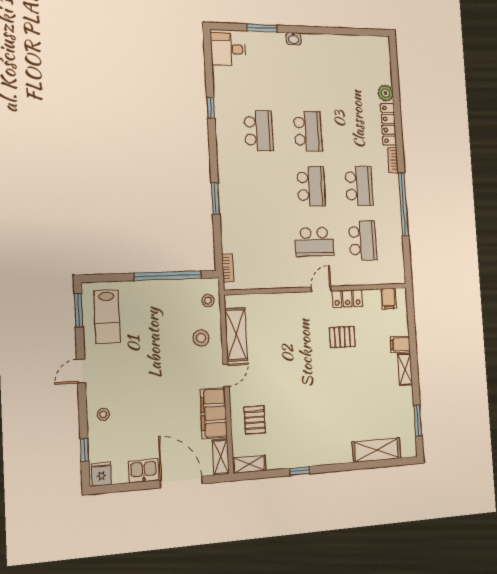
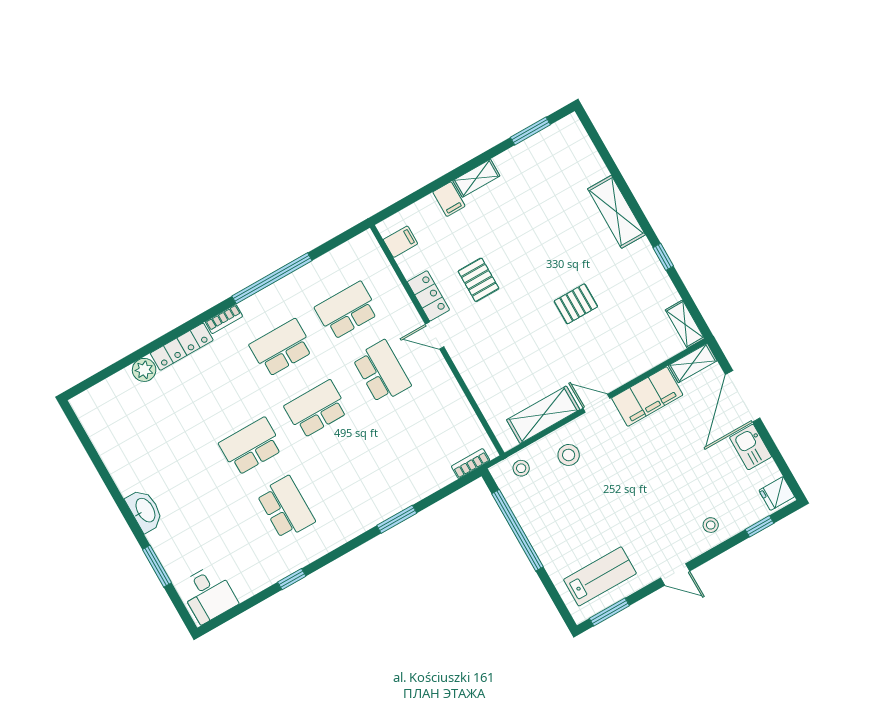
washbasin: (294, 39) -> (145, 511), width x1.91, depth x1.45
school desk: (259, 131) -> (286, 508), turned 90
pallet: (255, 420) -> (576, 304), moved
shelving: (377, 450) -> (616, 212), moved

